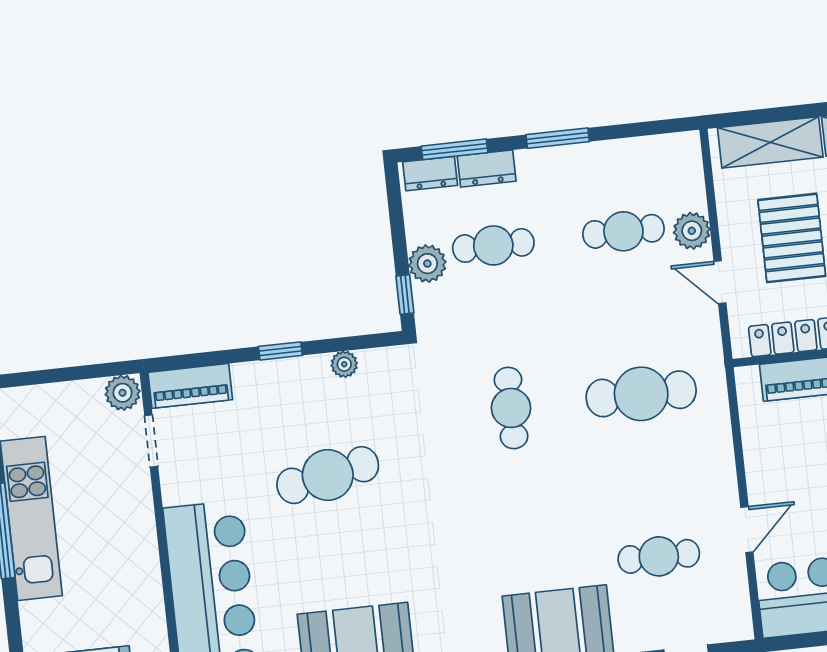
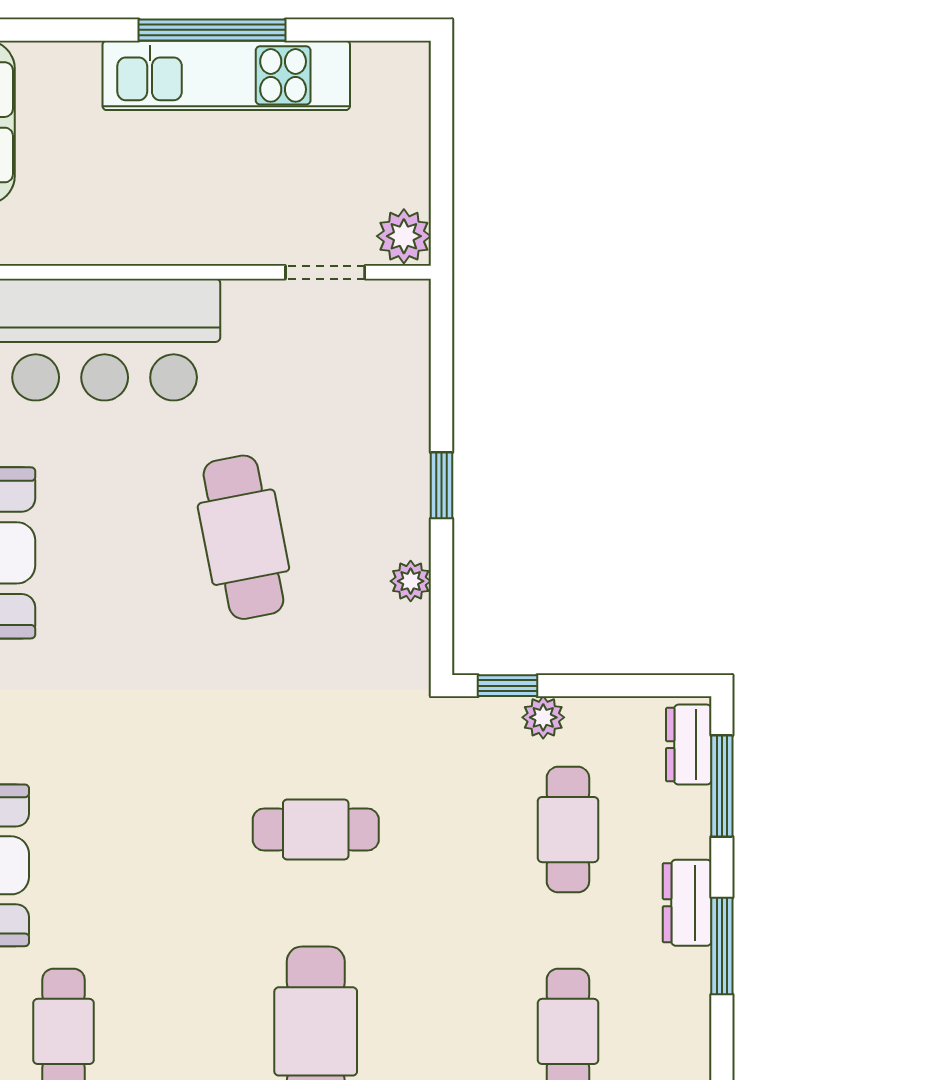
dresser: (487, 169) -> (687, 903), moved
plant: (427, 264) -> (543, 717), width x0.73, depth x0.73
piano: (190, 386) -> (403, 341), removed

